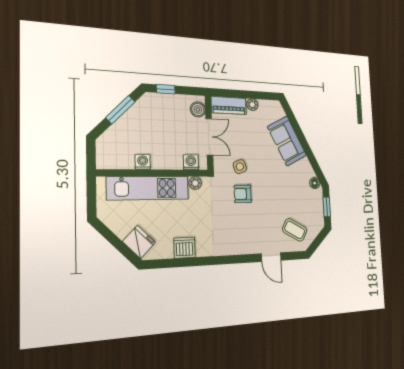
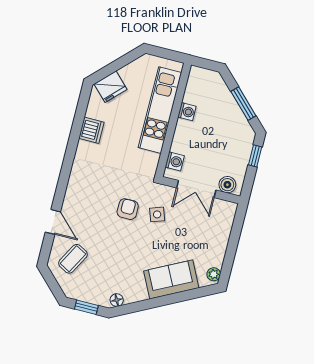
piano: (229, 105) -> (225, 221), removed
plant: (252, 105) -> (214, 274), moved
plant: (195, 183) -> (152, 160), removed
door: (271, 257) -> (53, 222), swing flipped

